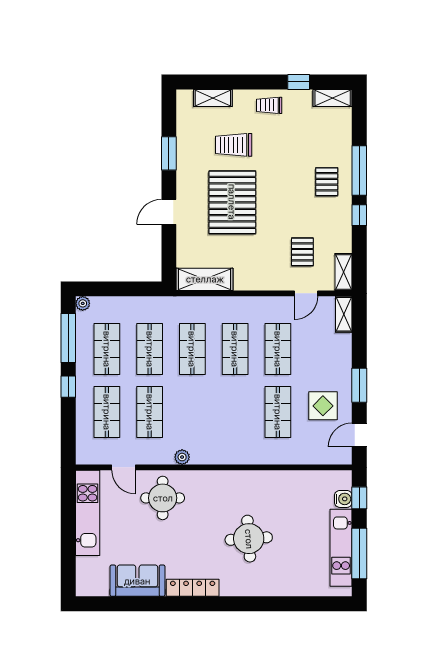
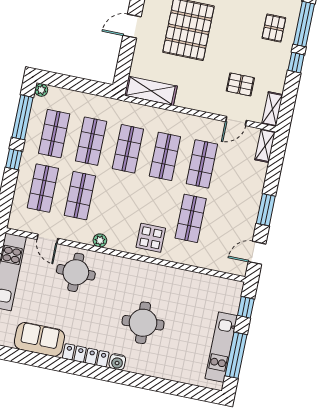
pallet: (302, 252) -> (240, 84), turned 90
display table: (323, 406) -> (151, 238), moved
water cooler: (343, 499) -> (117, 362), moved, turned 90

